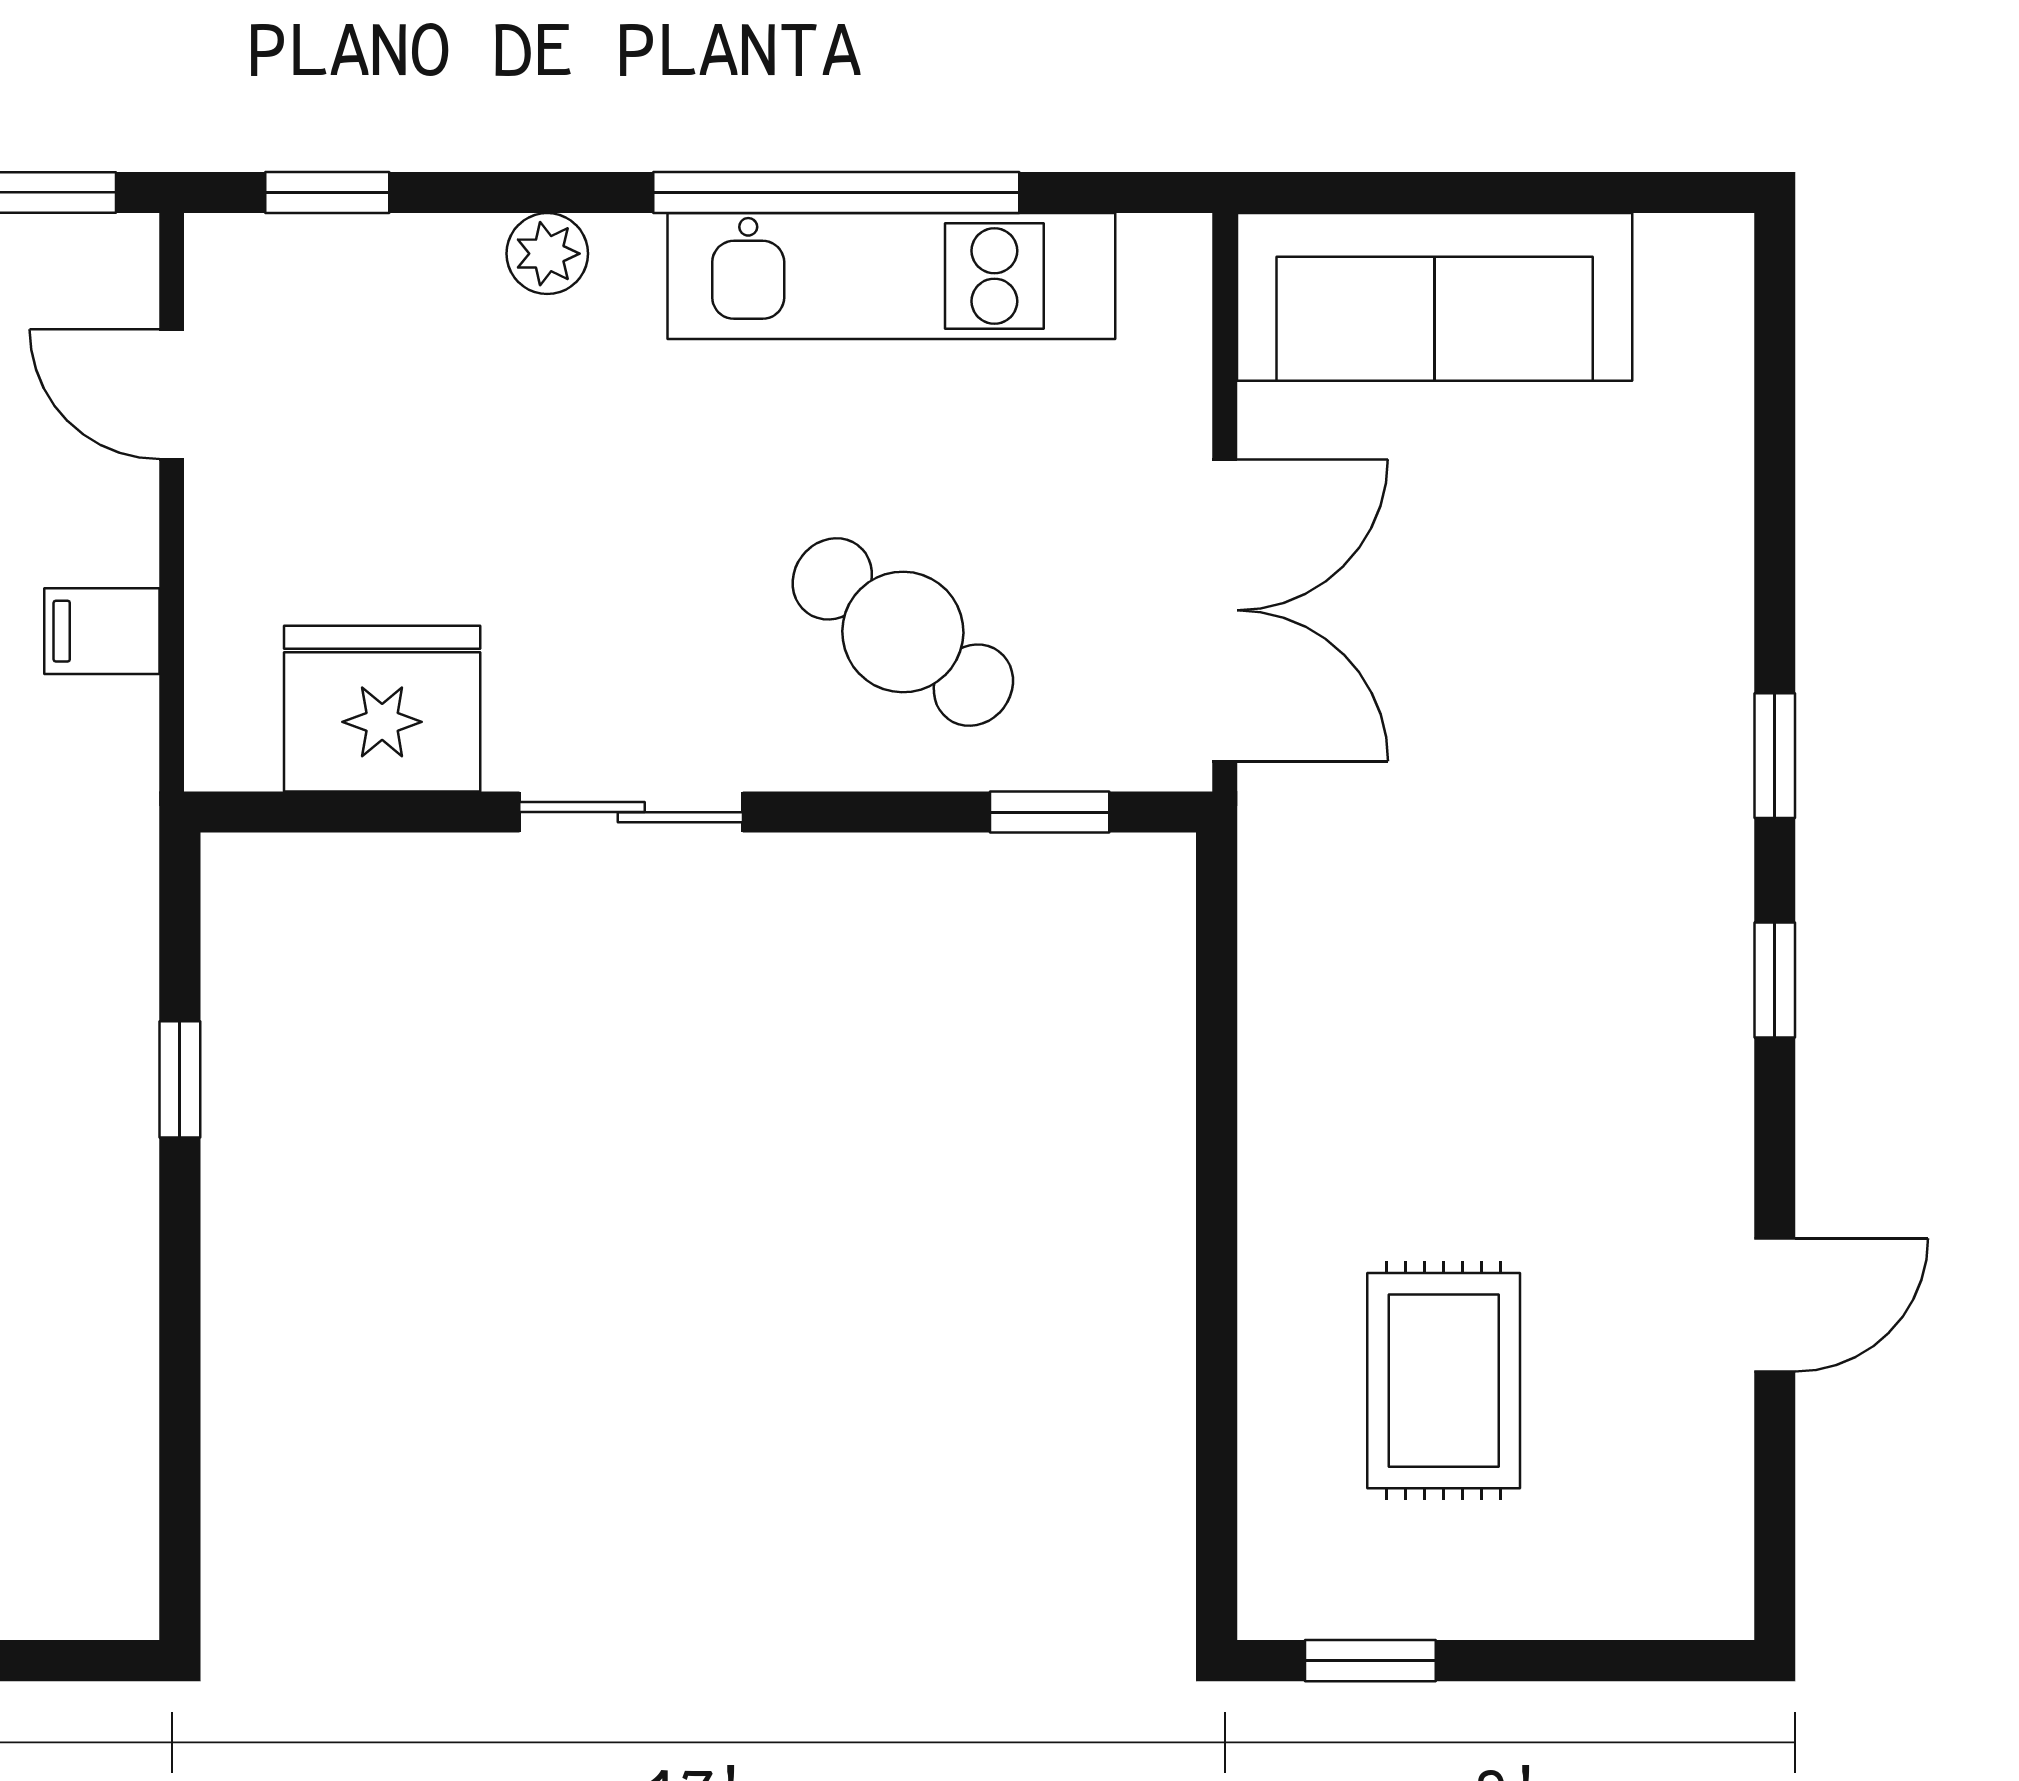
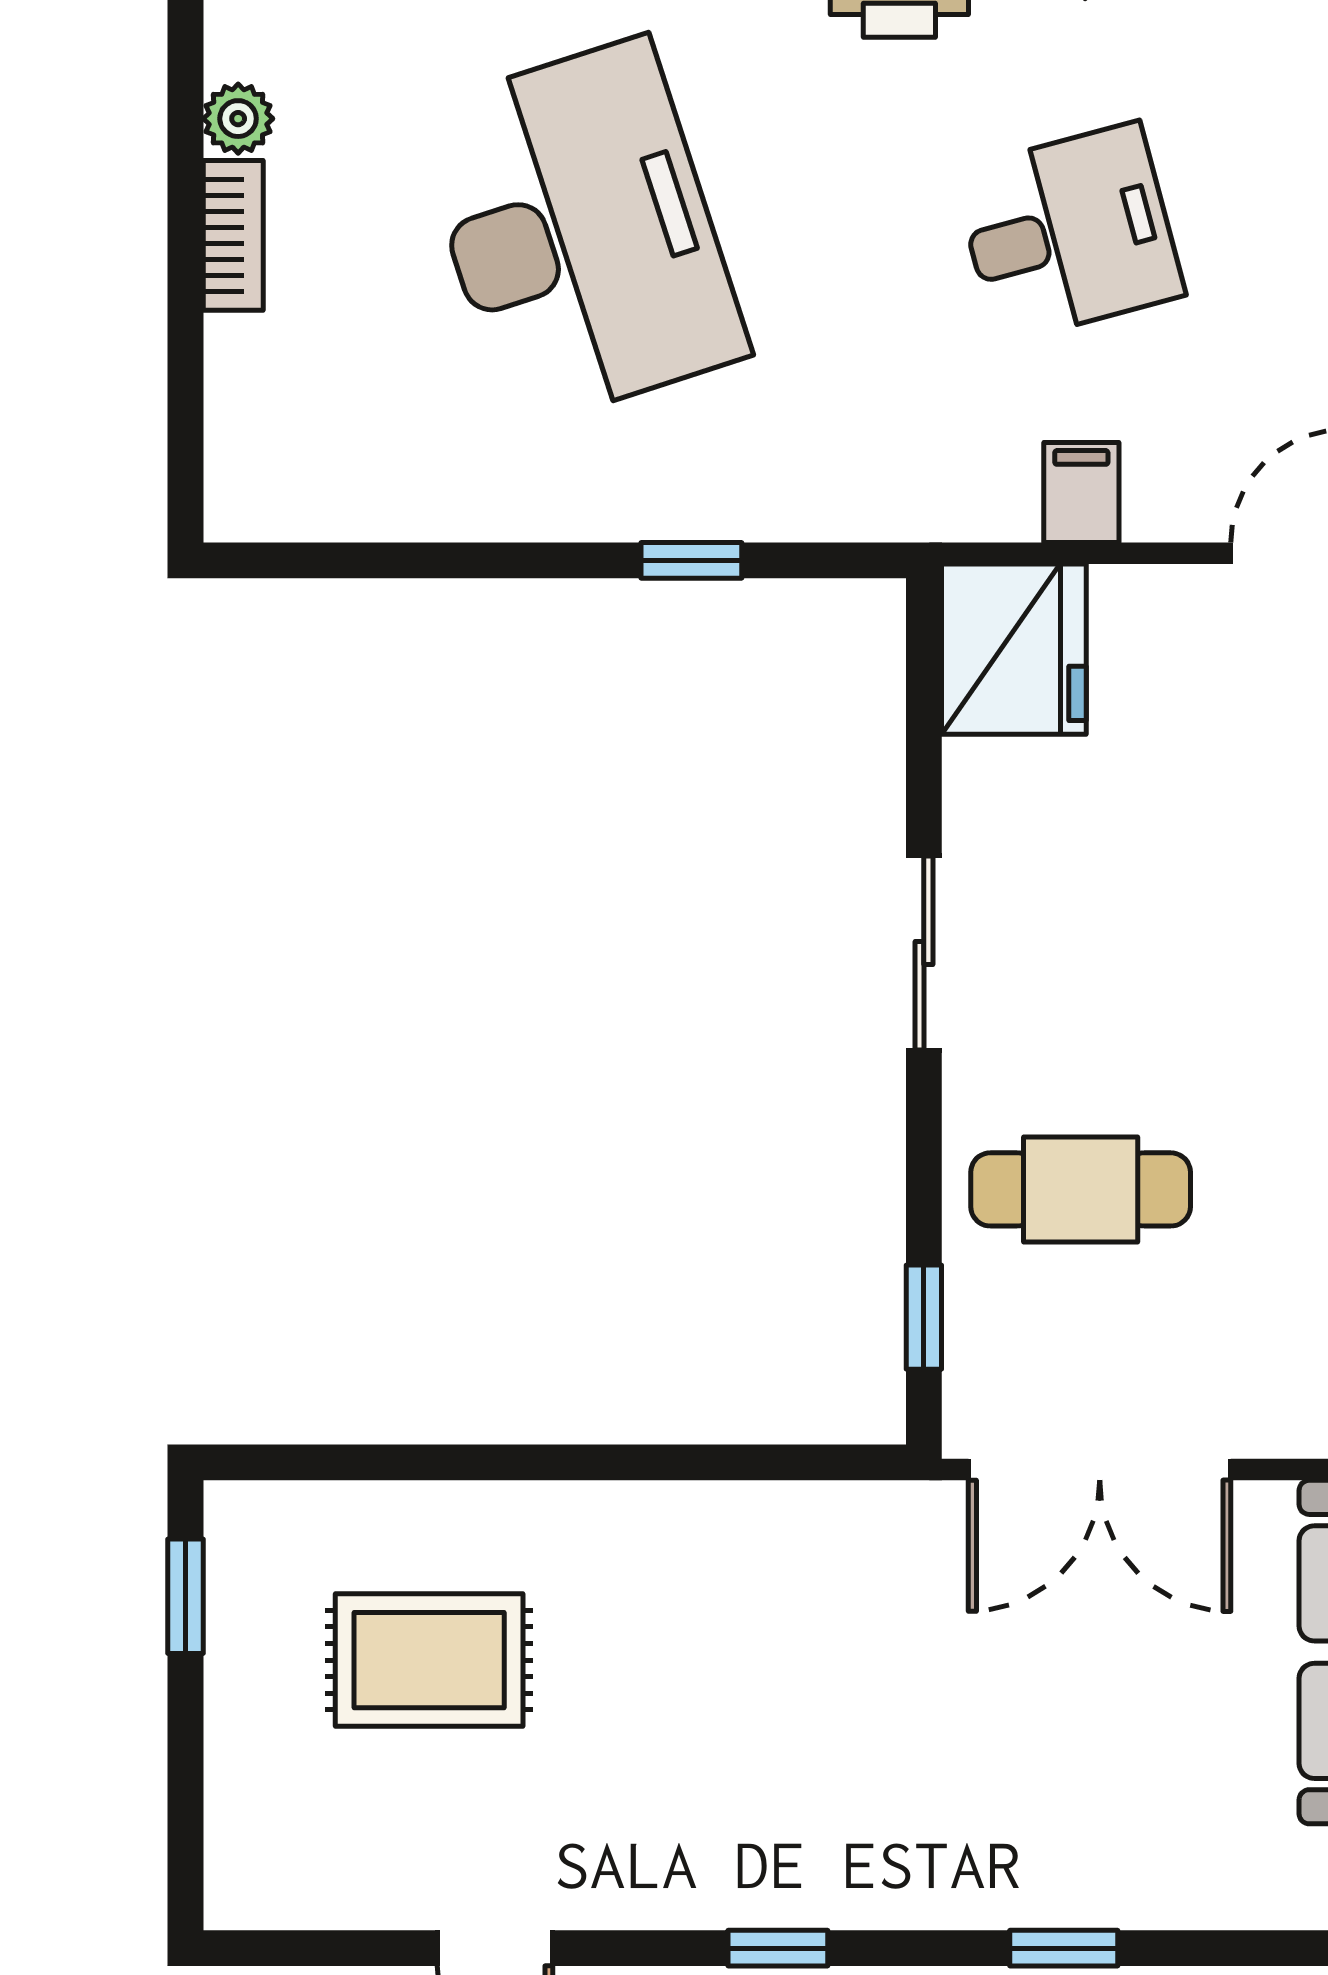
cafe table: (903, 632) -> (1081, 1189), turned 53
fridge: (382, 709) -> (1014, 649), moved
window: (1775, 756) -> (1064, 1948), moved

